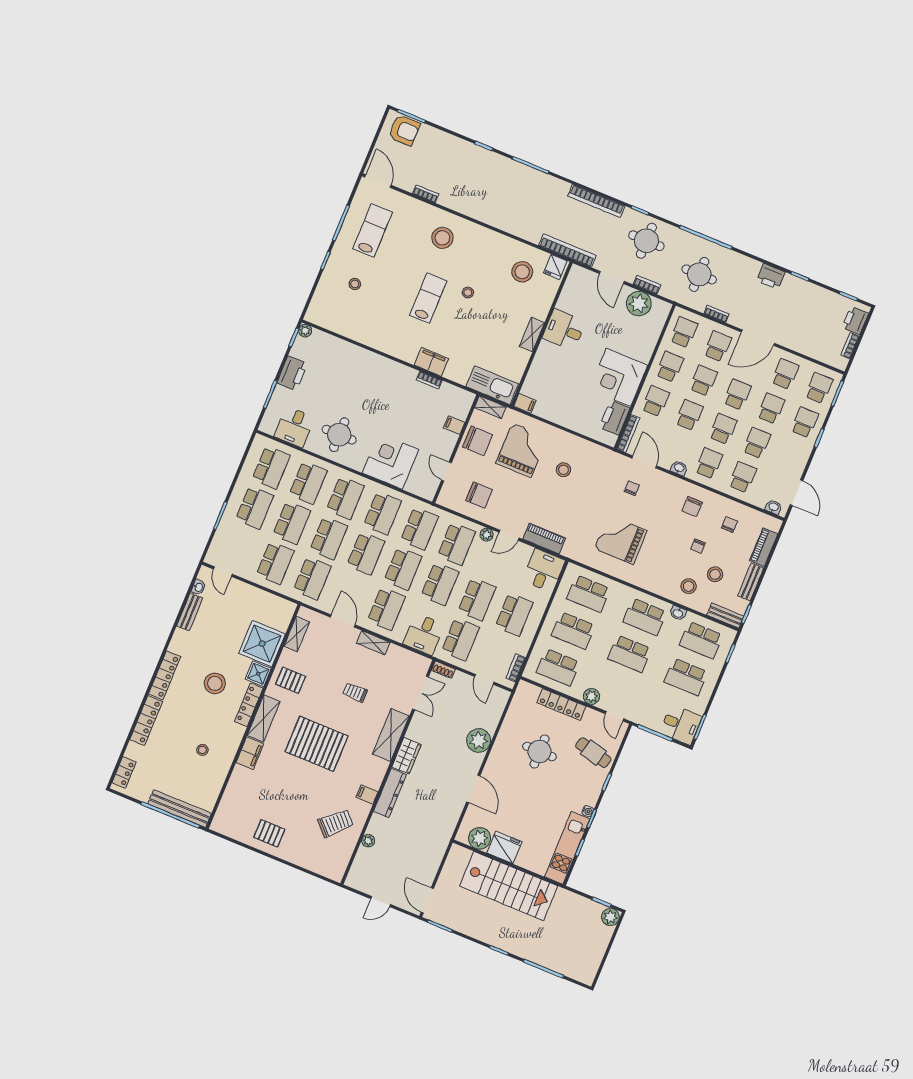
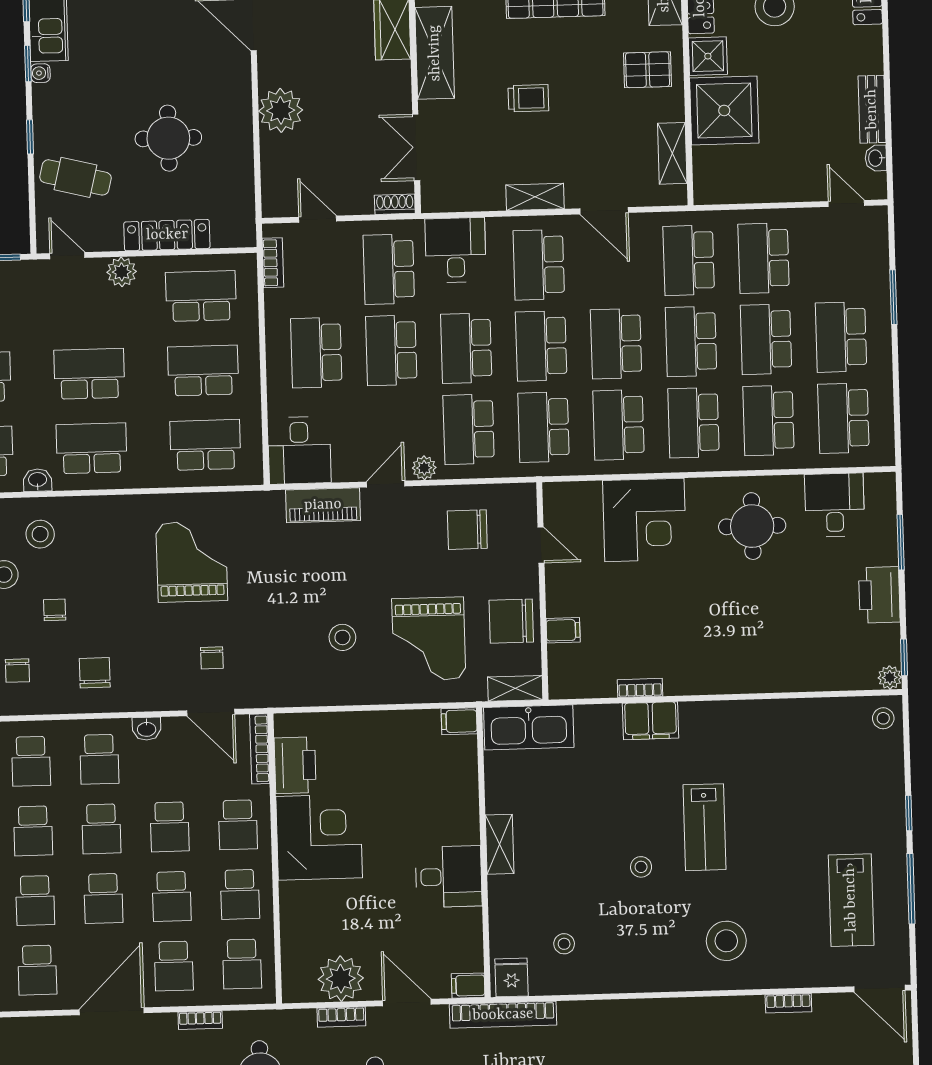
stool: (522, 272) -> (564, 944), width x0.53, depth x0.53
filing cabinet: (578, 272) -> (468, 986), added
stool: (355, 284) -> (883, 718), moved
grand piano: (621, 540) -> (192, 562), turned -90

